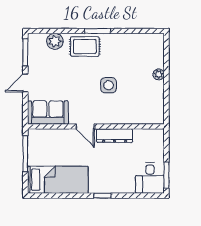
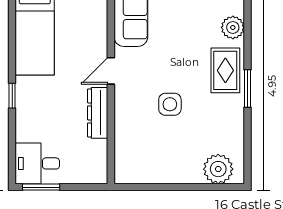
plant: (159, 74) -> (218, 169), moved, width x1.88, depth x1.88

